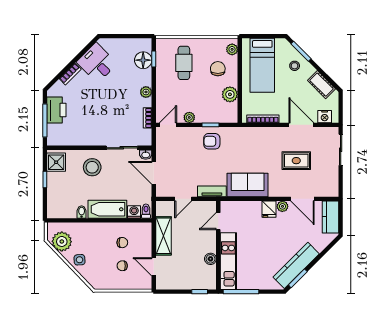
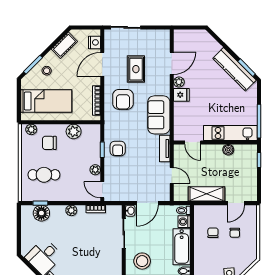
armchair: (264, 147) -> (123, 99), added
kitchen counter: (330, 217) -> (189, 37), removed

